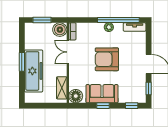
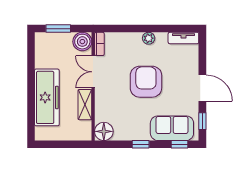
window: (118, 20) -> (161, 29), removed
armchair: (107, 59) -> (146, 82), turned 90
window: (22, 62) -> (31, 85), removed
shelving: (62, 88) -> (85, 105), moved
sofa: (102, 94) -> (172, 128), moved

